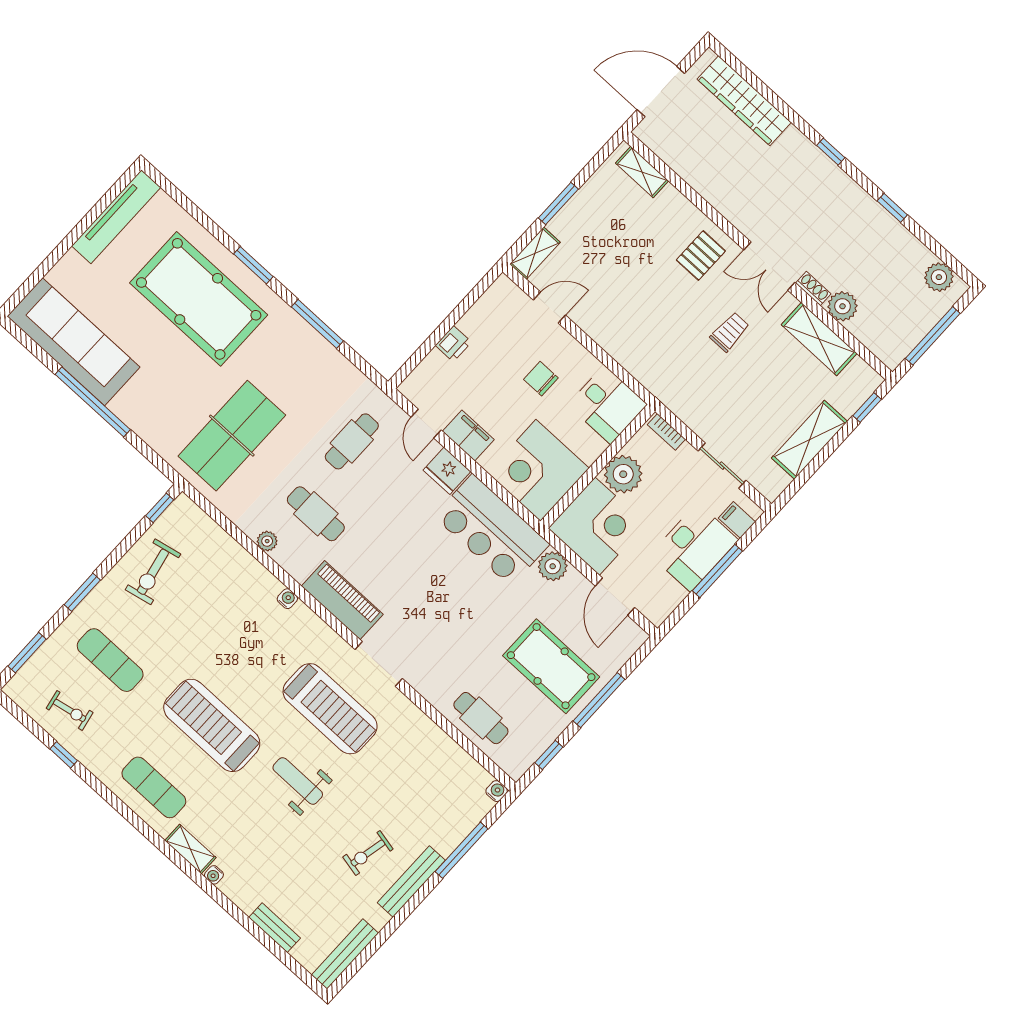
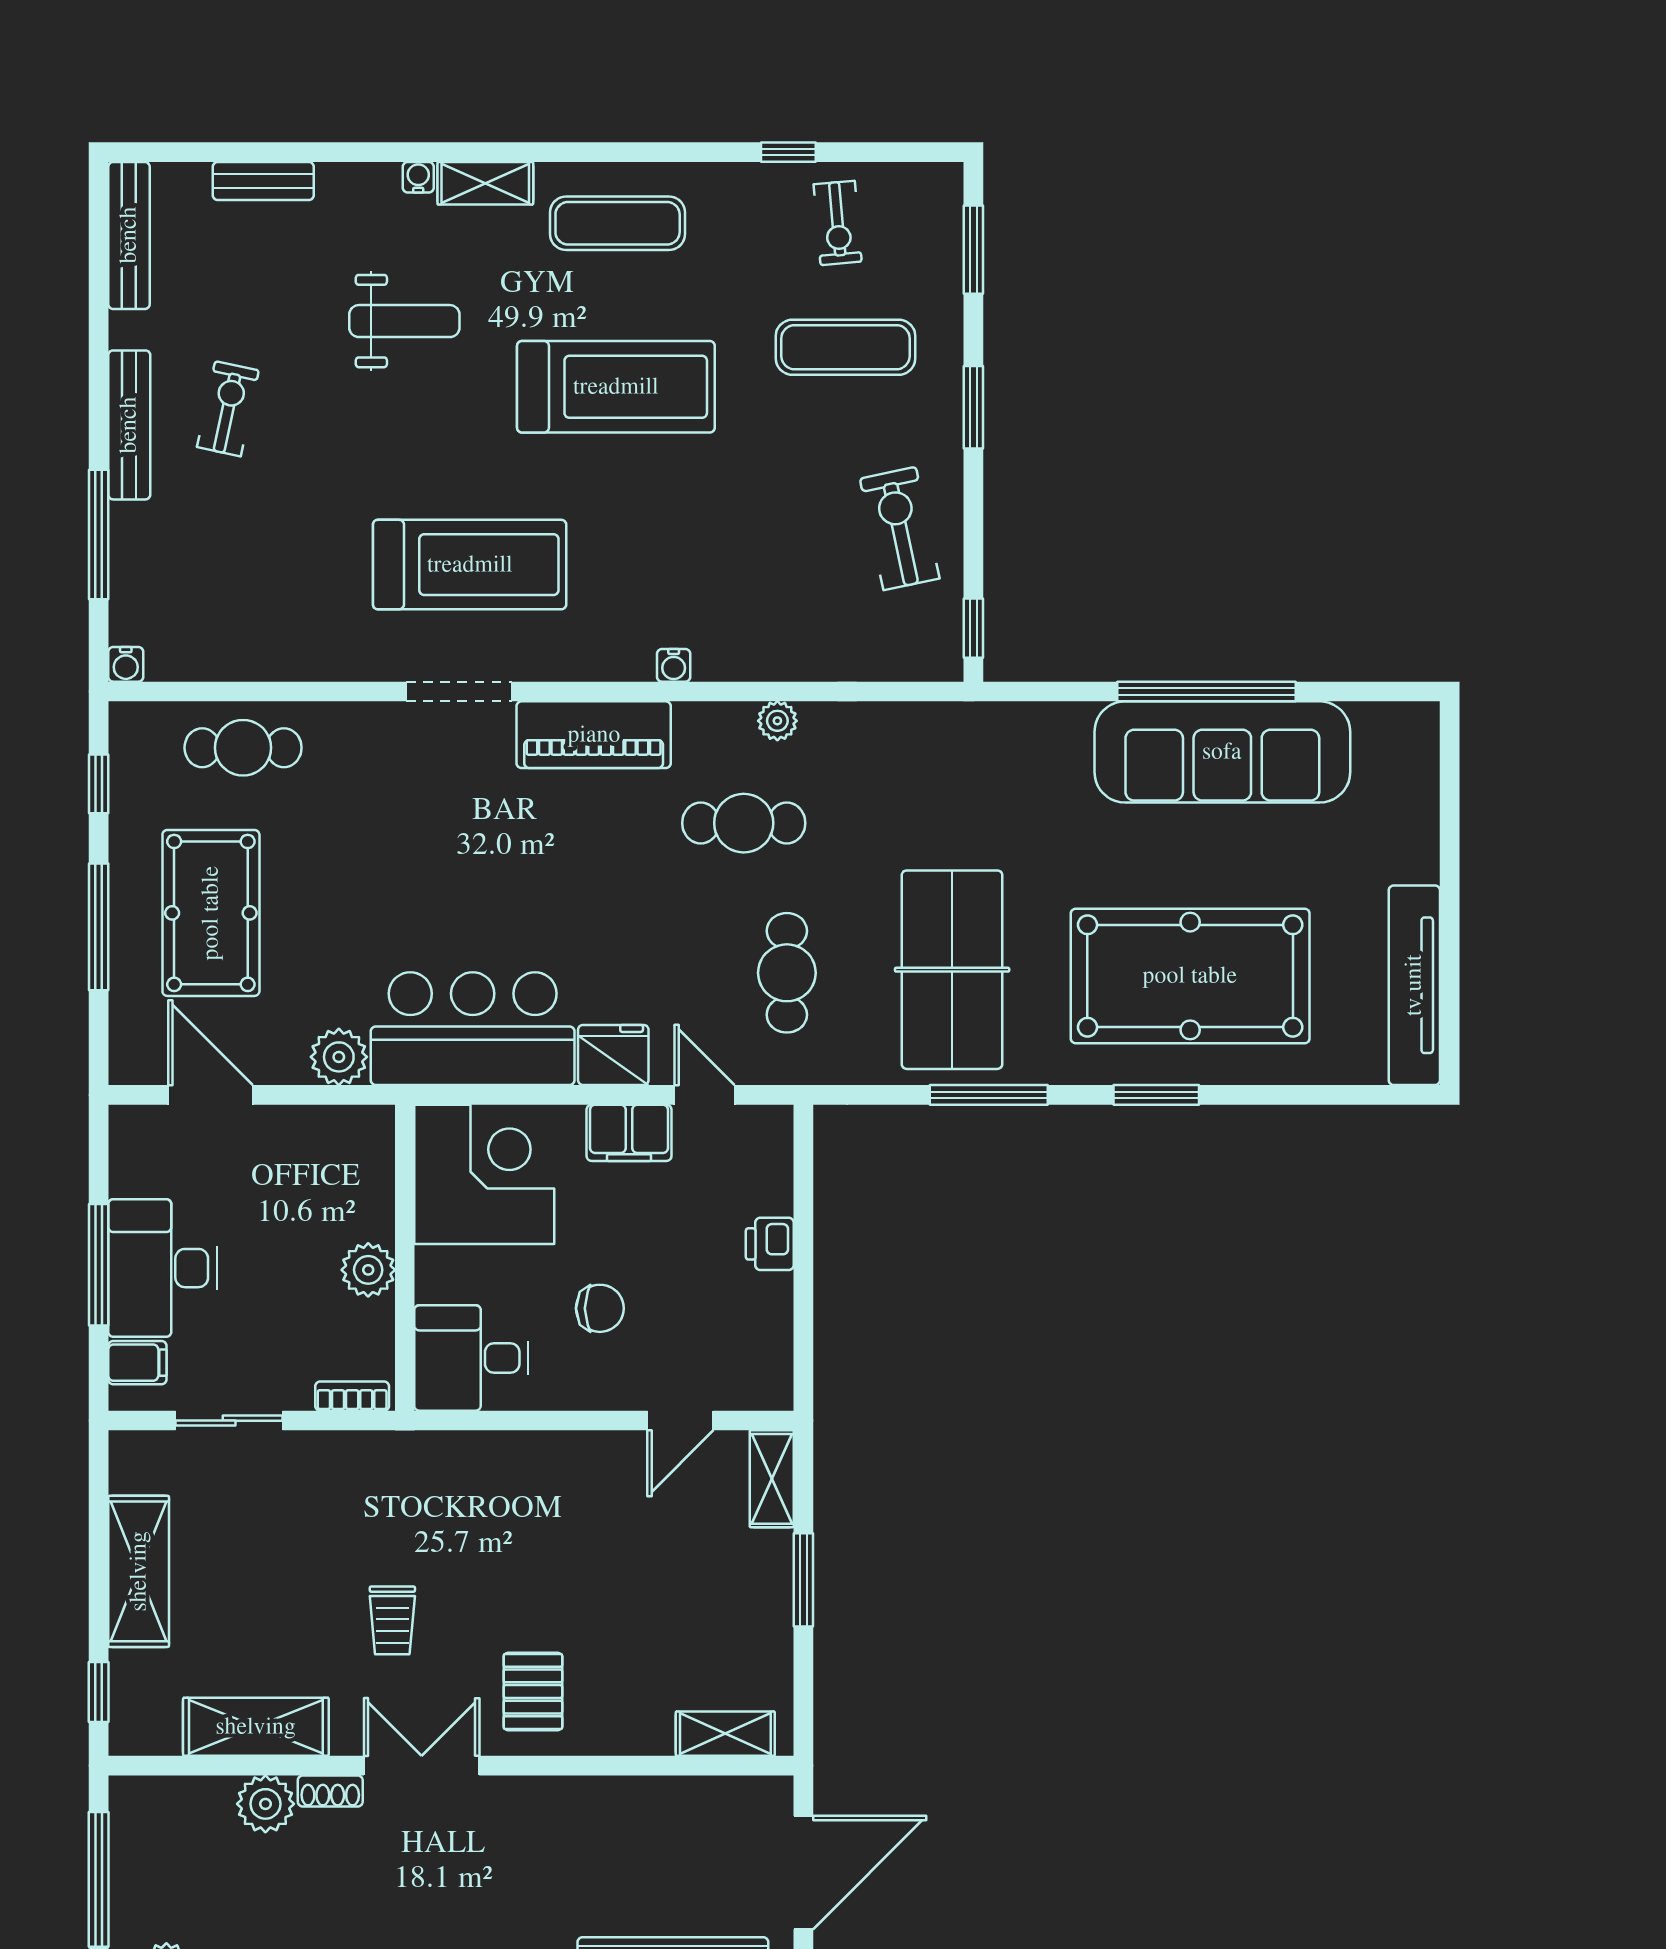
sofa: (73, 342) -> (1222, 752), moved
table tennis table: (232, 436) -> (952, 970), moved
plant: (623, 474) -> (368, 1270), width x0.73, depth x0.73
corner desk: (597, 526) -> (328, 1172), removed
pool table: (551, 666) -> (211, 913), turned 90
treadmill: (330, 709) -> (470, 565), turned 180
exercise bike: (70, 710) -> (838, 223), turned -84
weight bench: (298, 781) -> (404, 321), moved

